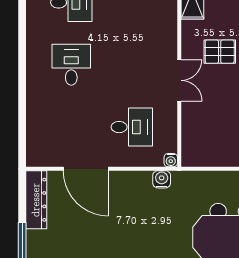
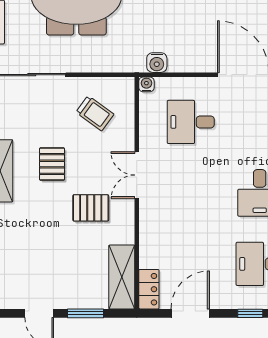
trolley: (216, 135) -> (95, 113), added

